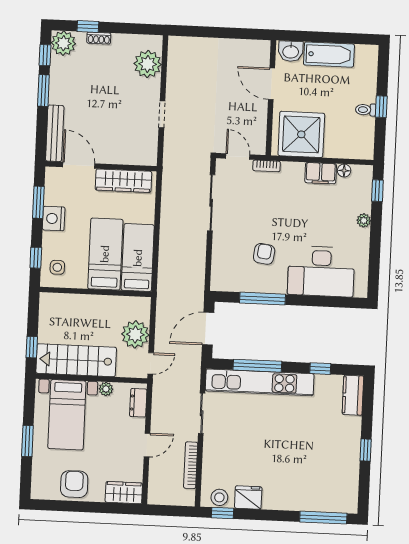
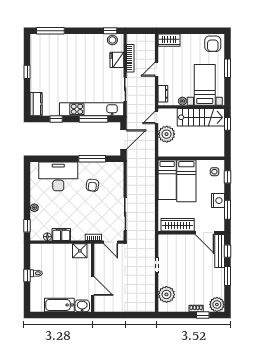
window: (45, 55) -> (227, 251), moved
shower: (301, 134) -> (80, 251), width x0.54, depth x0.54
armchair: (74, 484) -> (213, 44), moved
fridge: (248, 497) -> (117, 60), moved, turned 90

